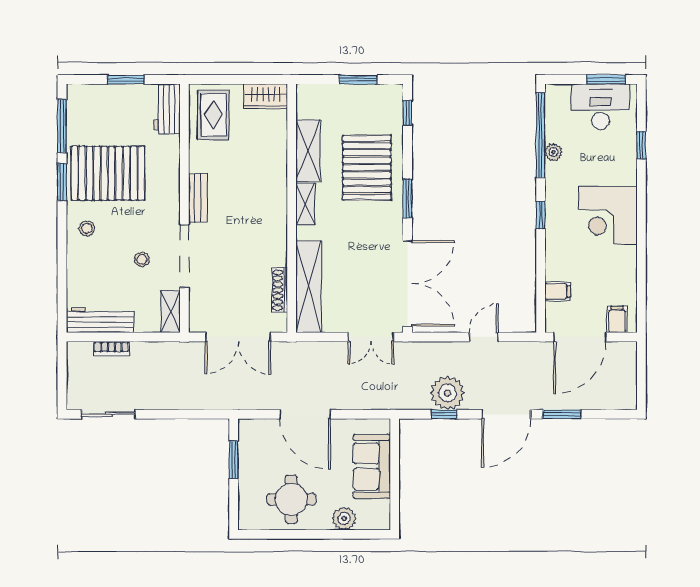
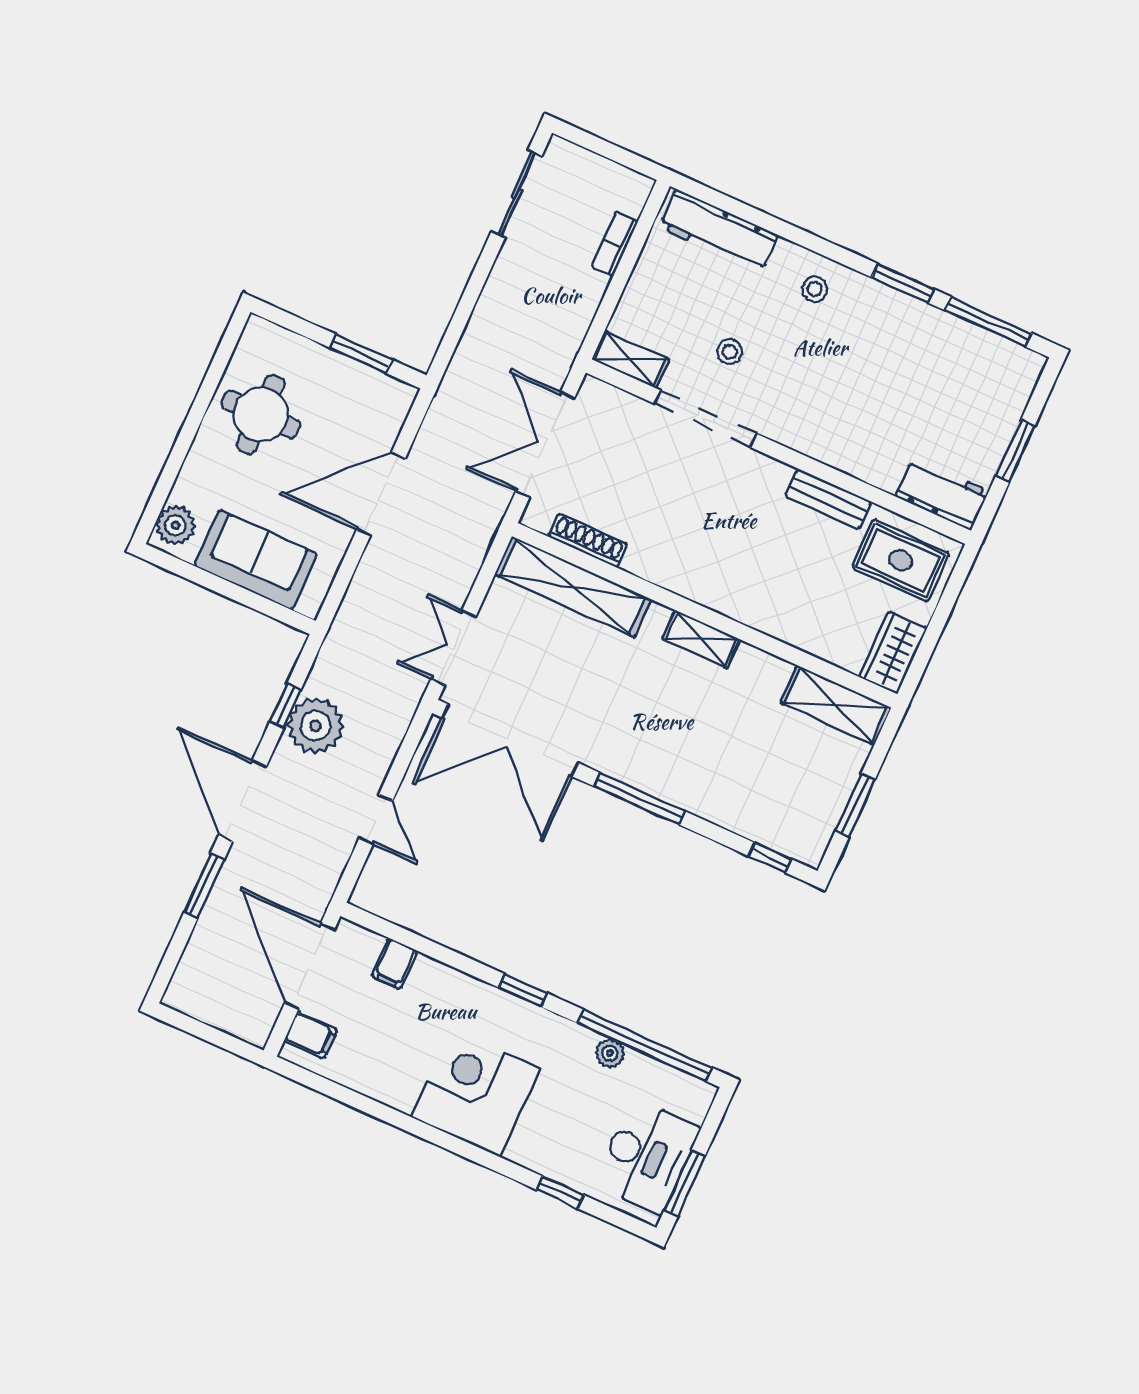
shelving: (308, 150) -> (836, 705), moved
pallet: (367, 168) -> (715, 758), removed
pallet: (108, 173) -> (884, 359), removed
bench: (198, 198) -> (828, 499), moved
window: (407, 199) -> (640, 799), width x1.44
workbench: (100, 320) -> (719, 231), moved, turned 90
plant: (344, 518) -> (176, 525), moved

